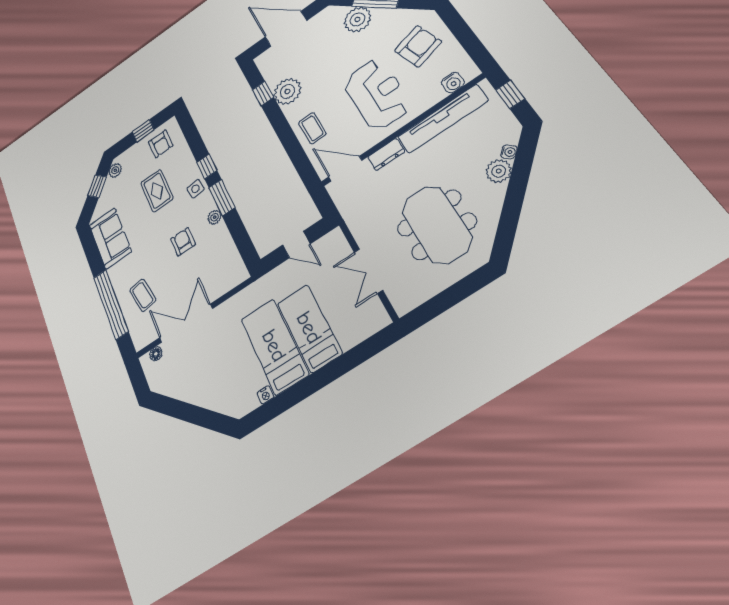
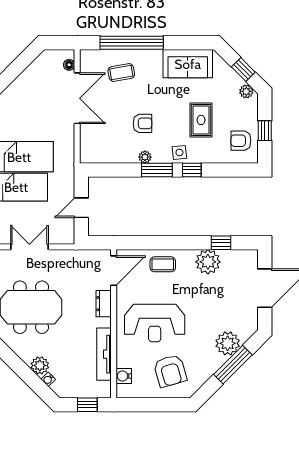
tv unit: (443, 119) -> (104, 354), width x0.73, depth x0.78
rug: (157, 191) -> (201, 120), turned 90

